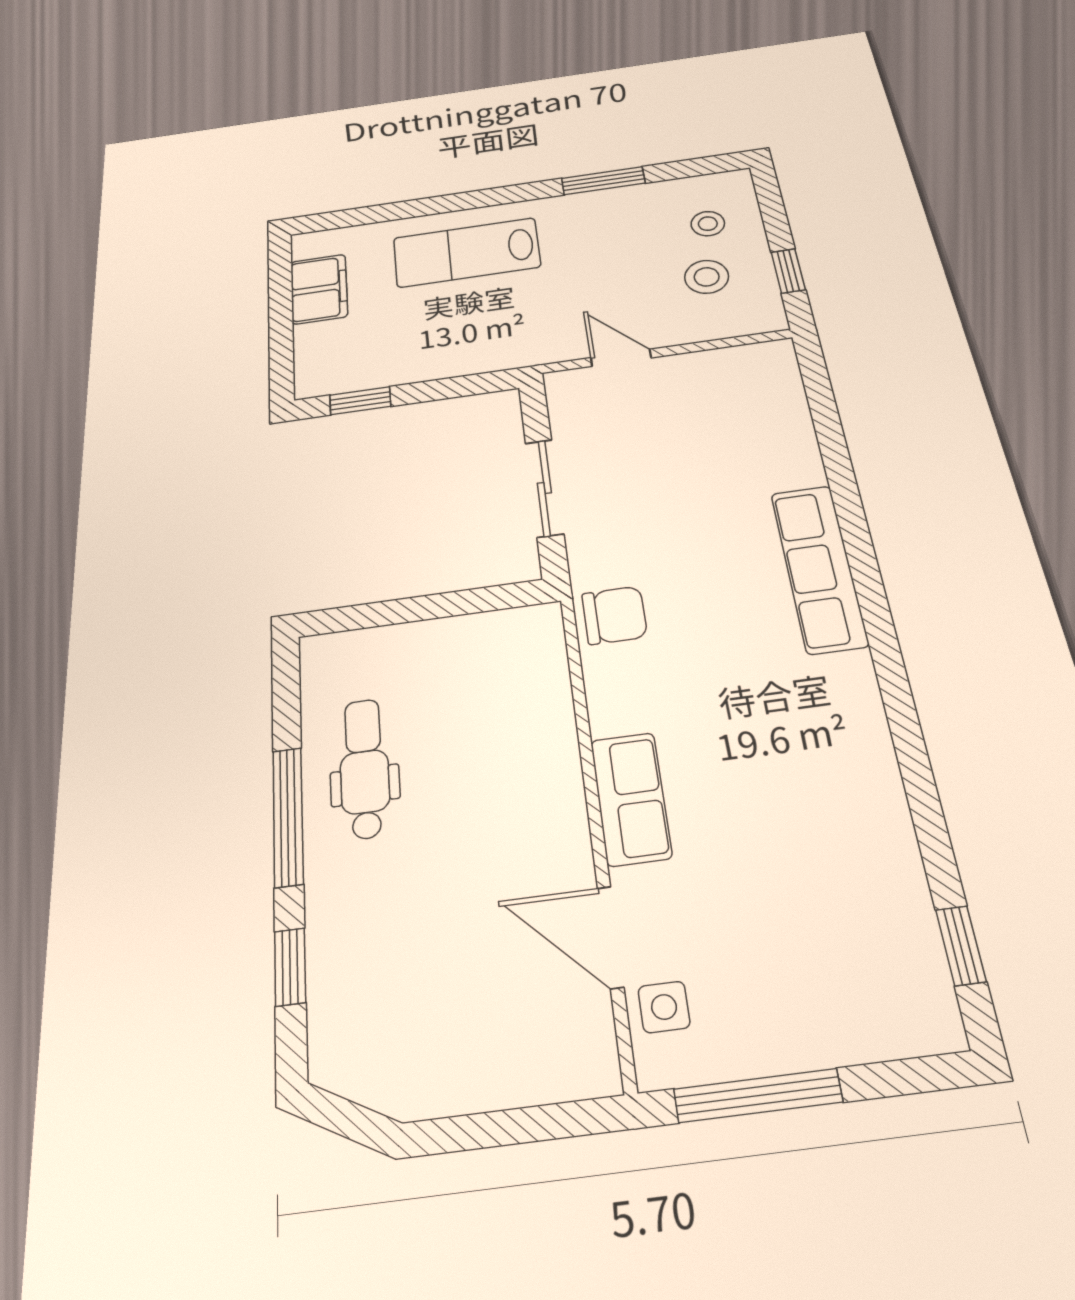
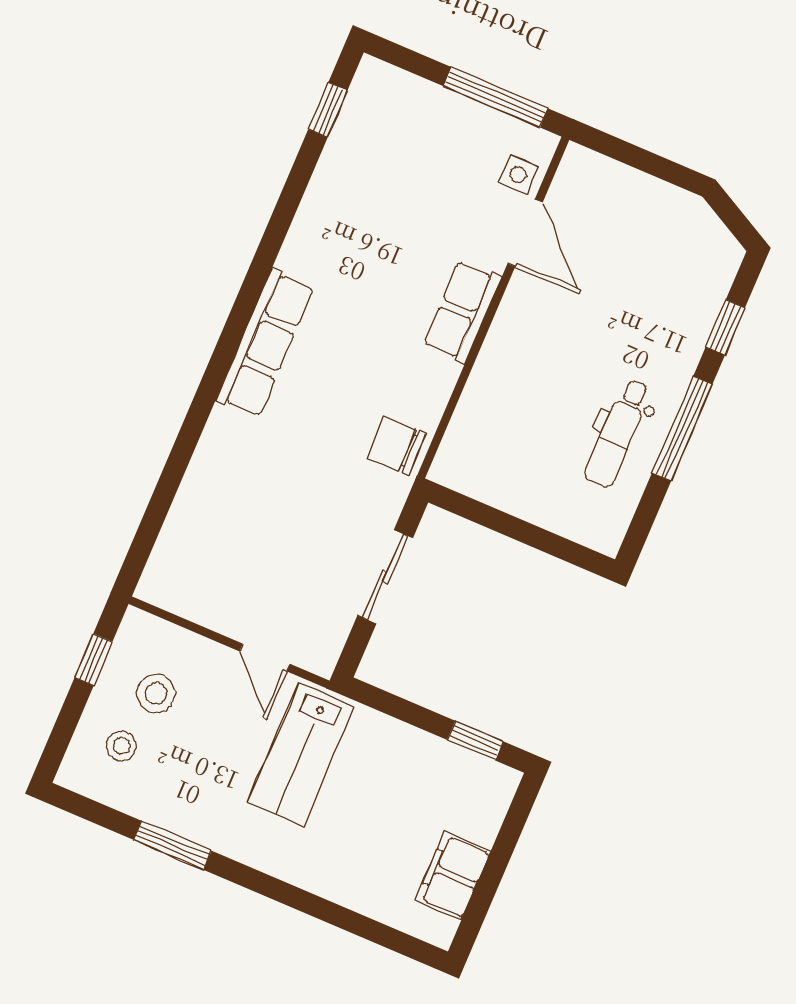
lab bench: (467, 252) -> (301, 754), moved, turned 90
row of seats: (819, 568) -> (265, 344), moved

